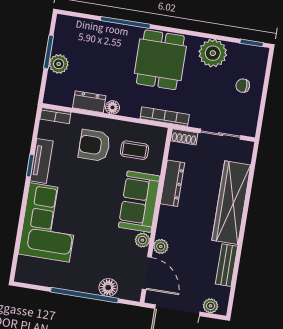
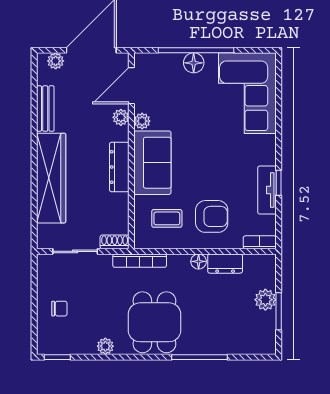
plant: (213, 53) -> (105, 346), width x0.53, depth x0.53
dresser: (172, 183) -> (119, 167), moved
corner sofa: (49, 222) -> (247, 93), moved
door: (147, 273) -> (131, 86), hinge flipped
floor lamp: (108, 288) -> (194, 63), moved

